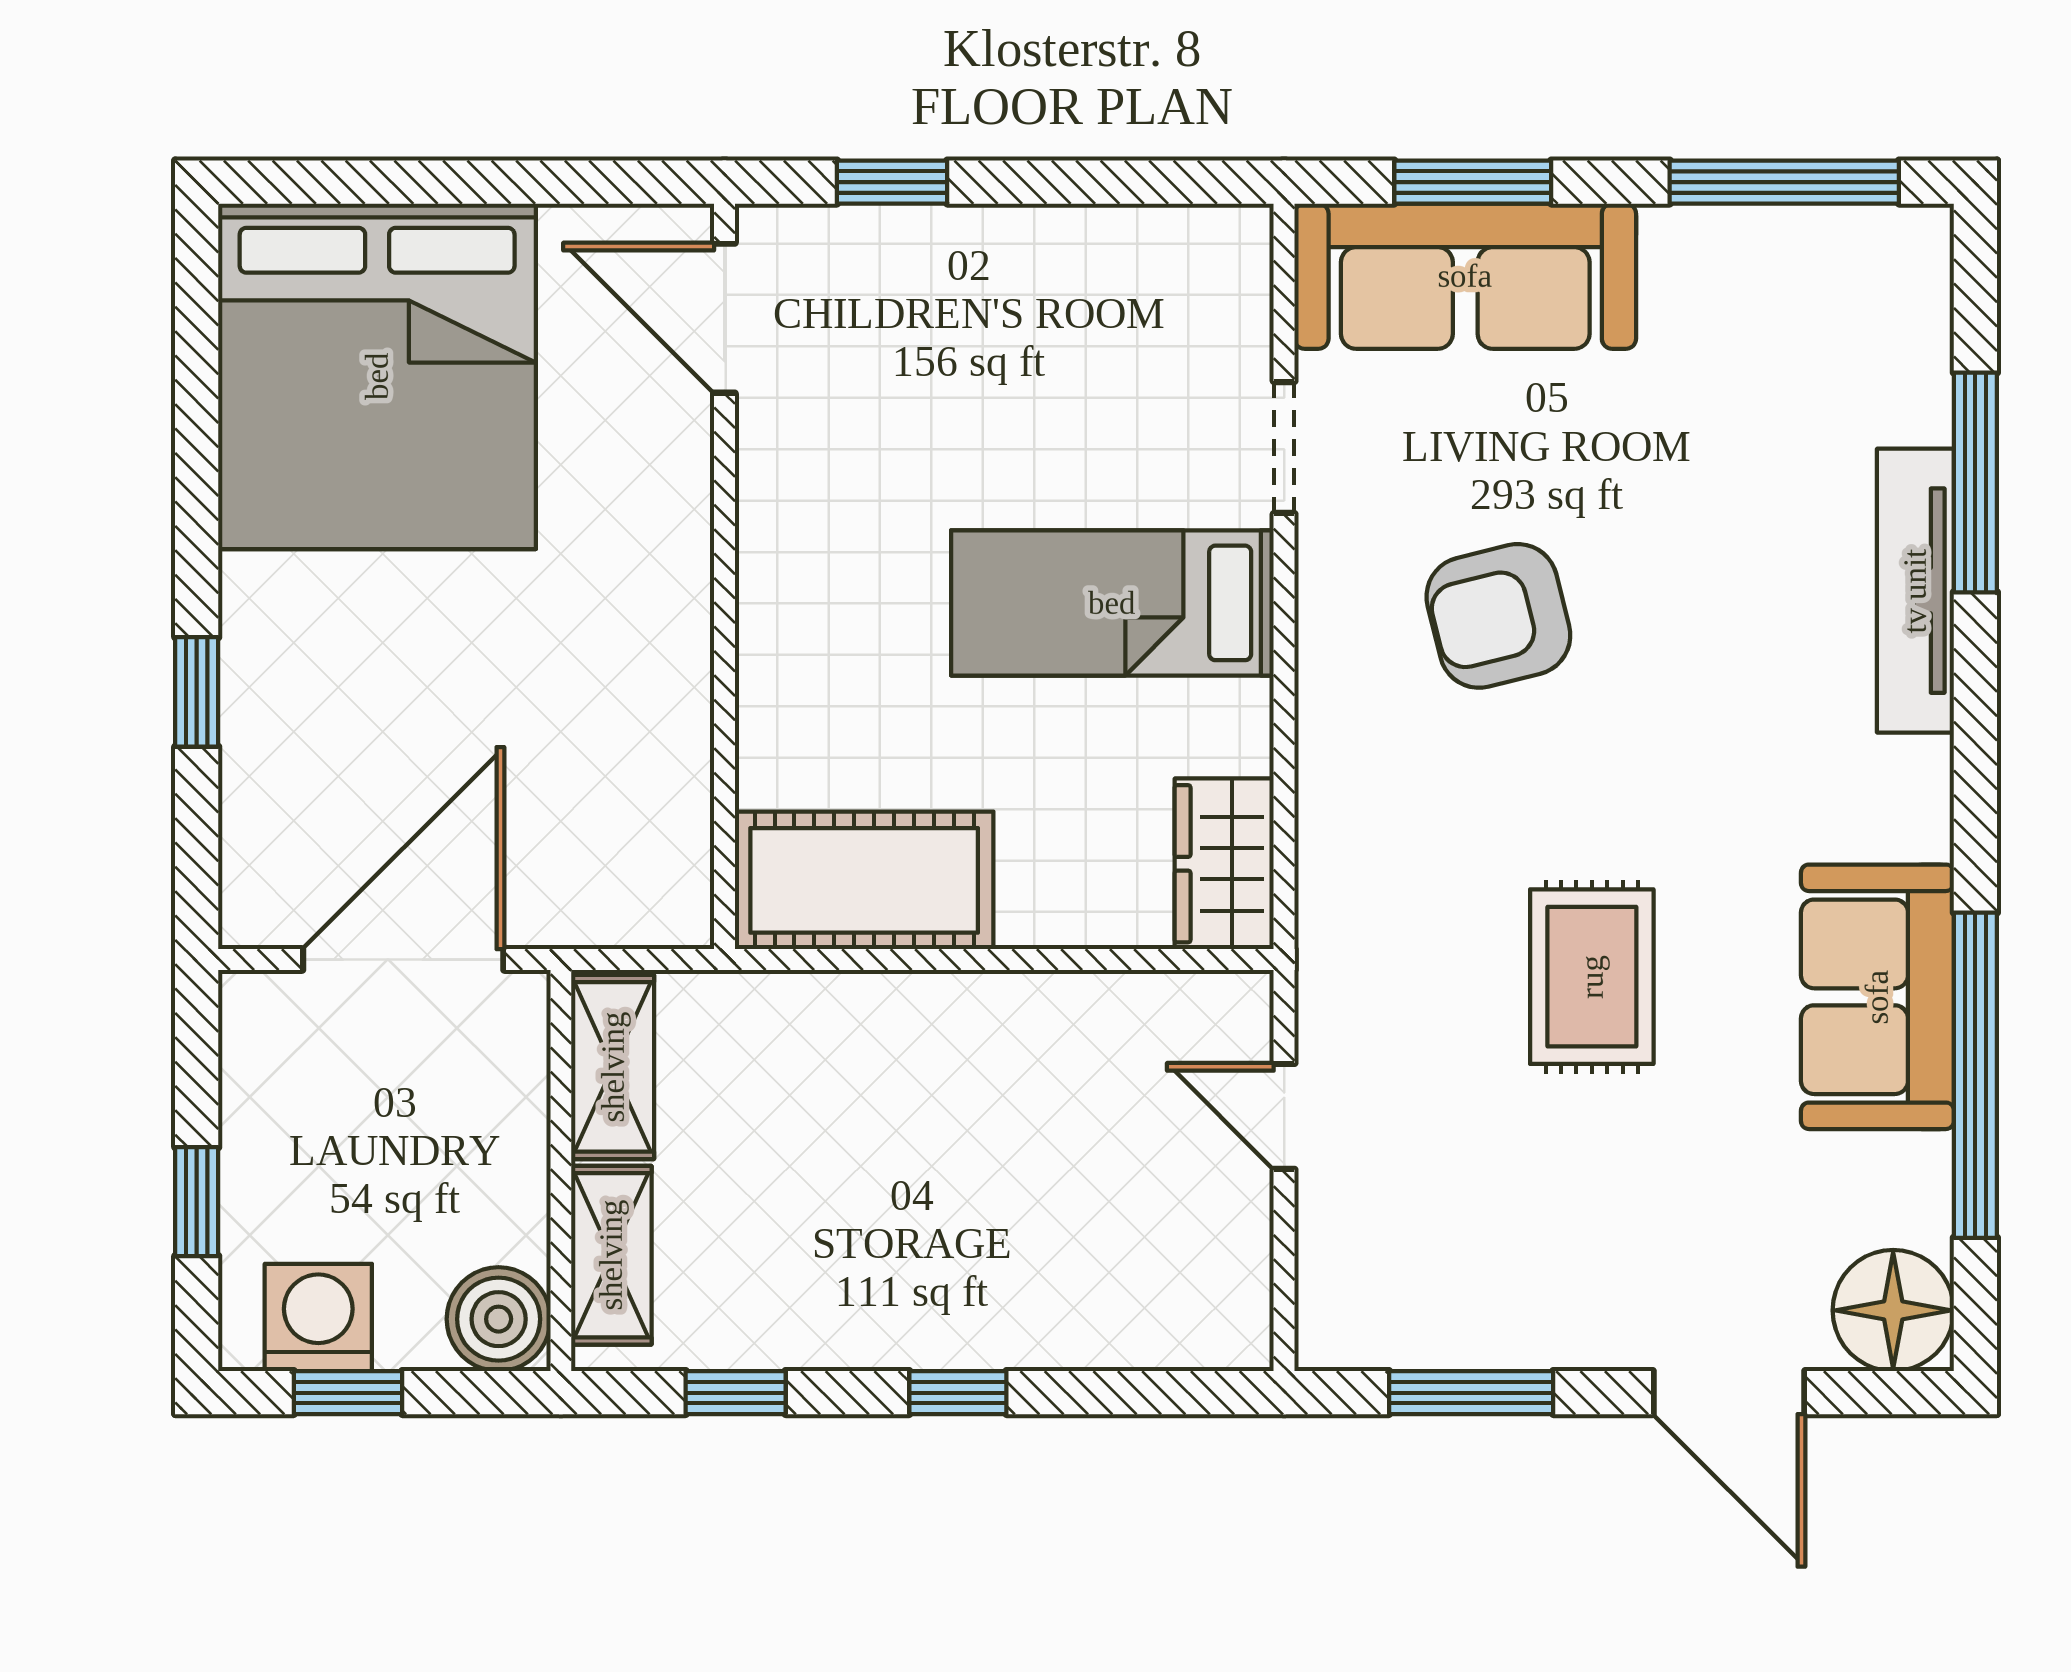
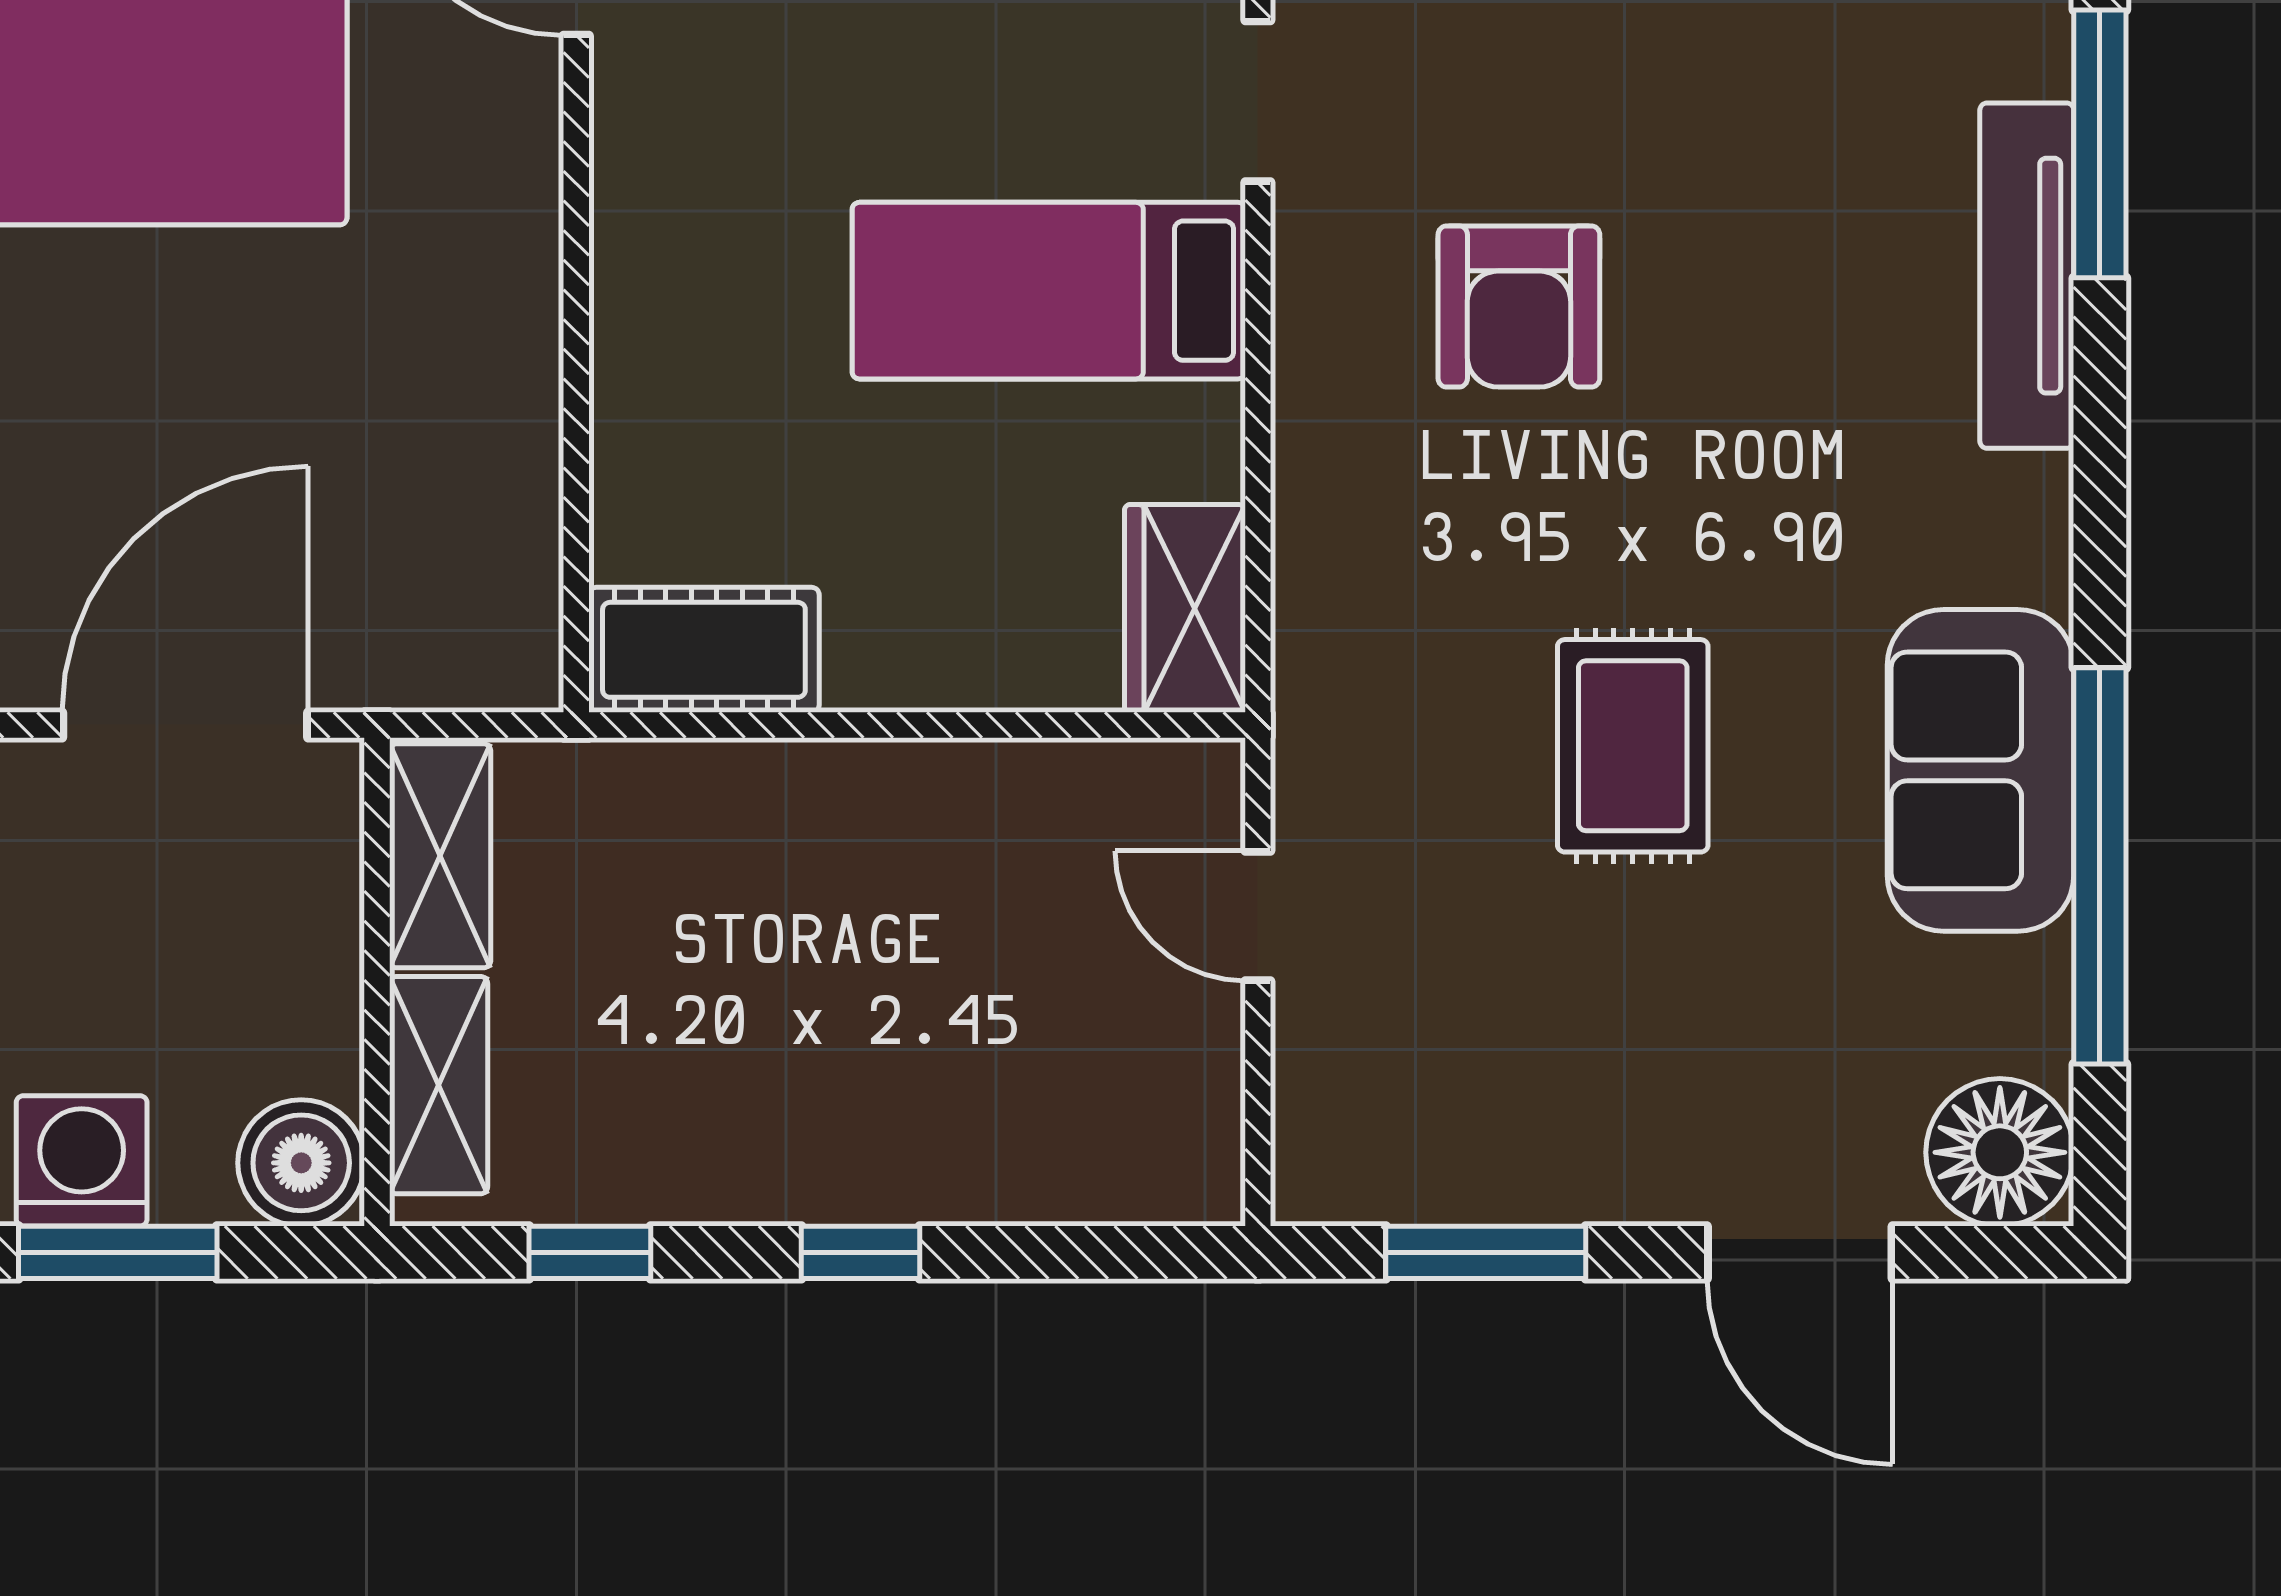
armchair: (1498, 616) -> (1519, 307), turned -76
cot: (864, 880) -> (704, 650), width x0.73, depth x0.75
window: (348, 1393) -> (118, 1252), width x1.50

